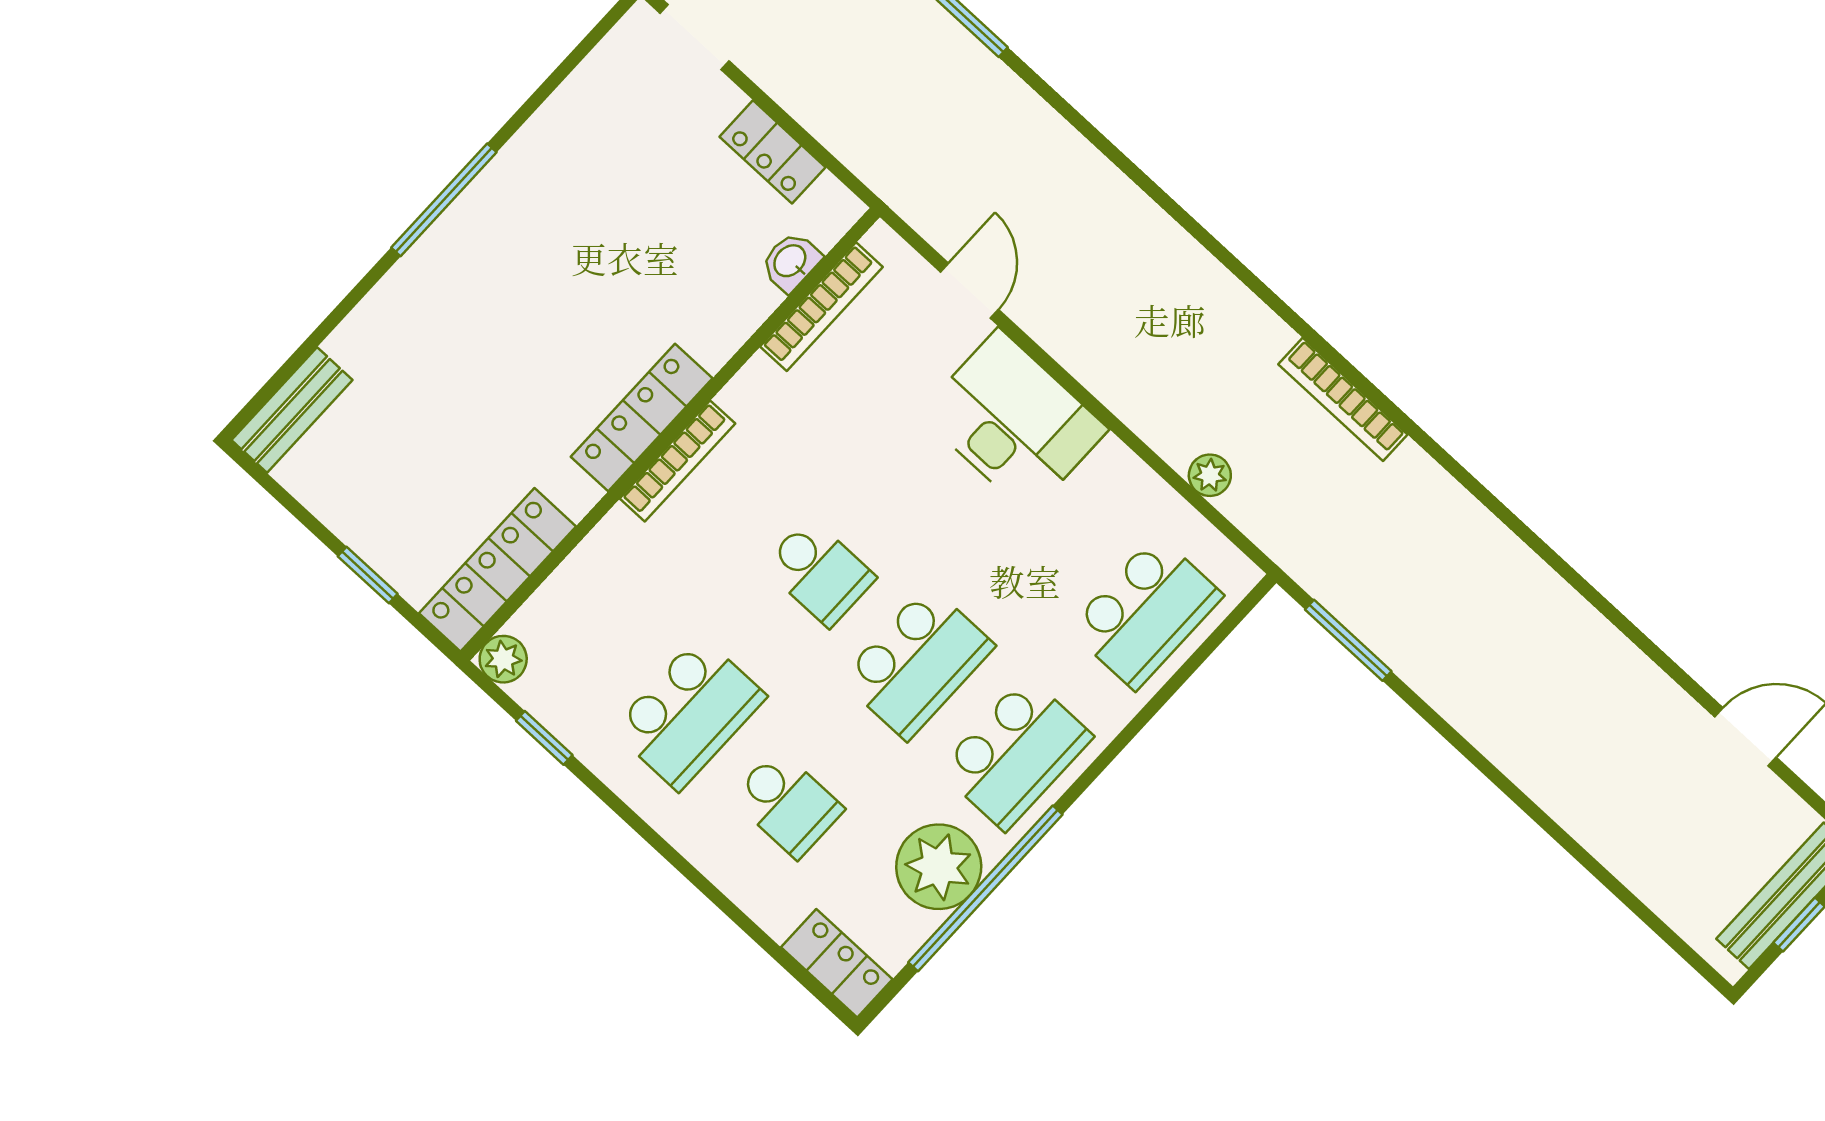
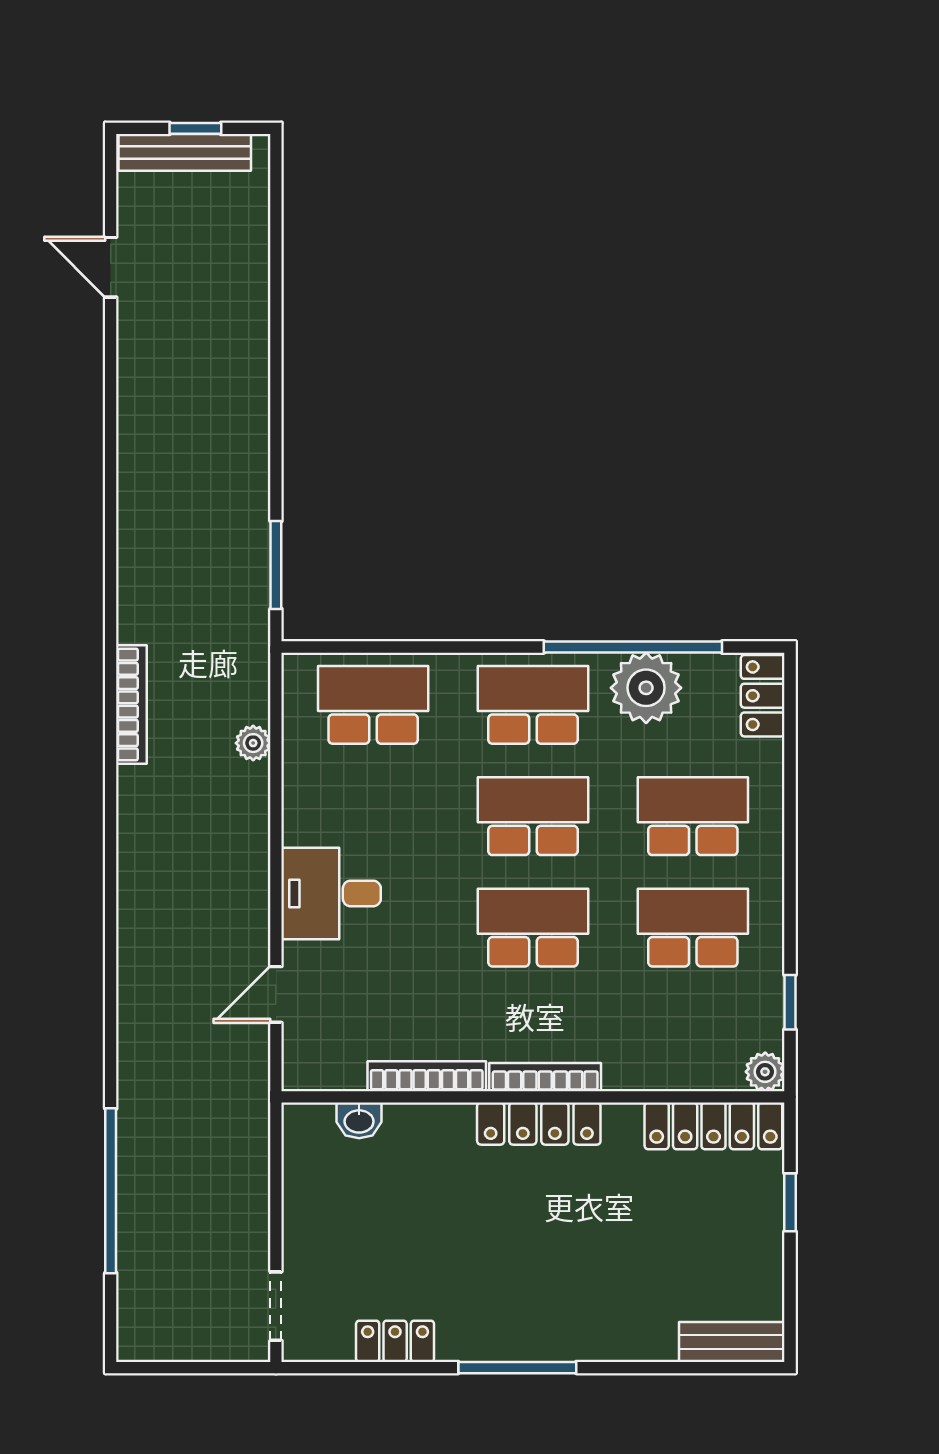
locker: (773, 152) -> (395, 1341), moved, turned -90
bookcase: (821, 307) -> (427, 1076), moved
desk: (1014, 422) -> (331, 893), width x0.73
school desk: (819, 572) -> (533, 928), width x1.85
school desk: (787, 804) -> (693, 816), width x1.85

